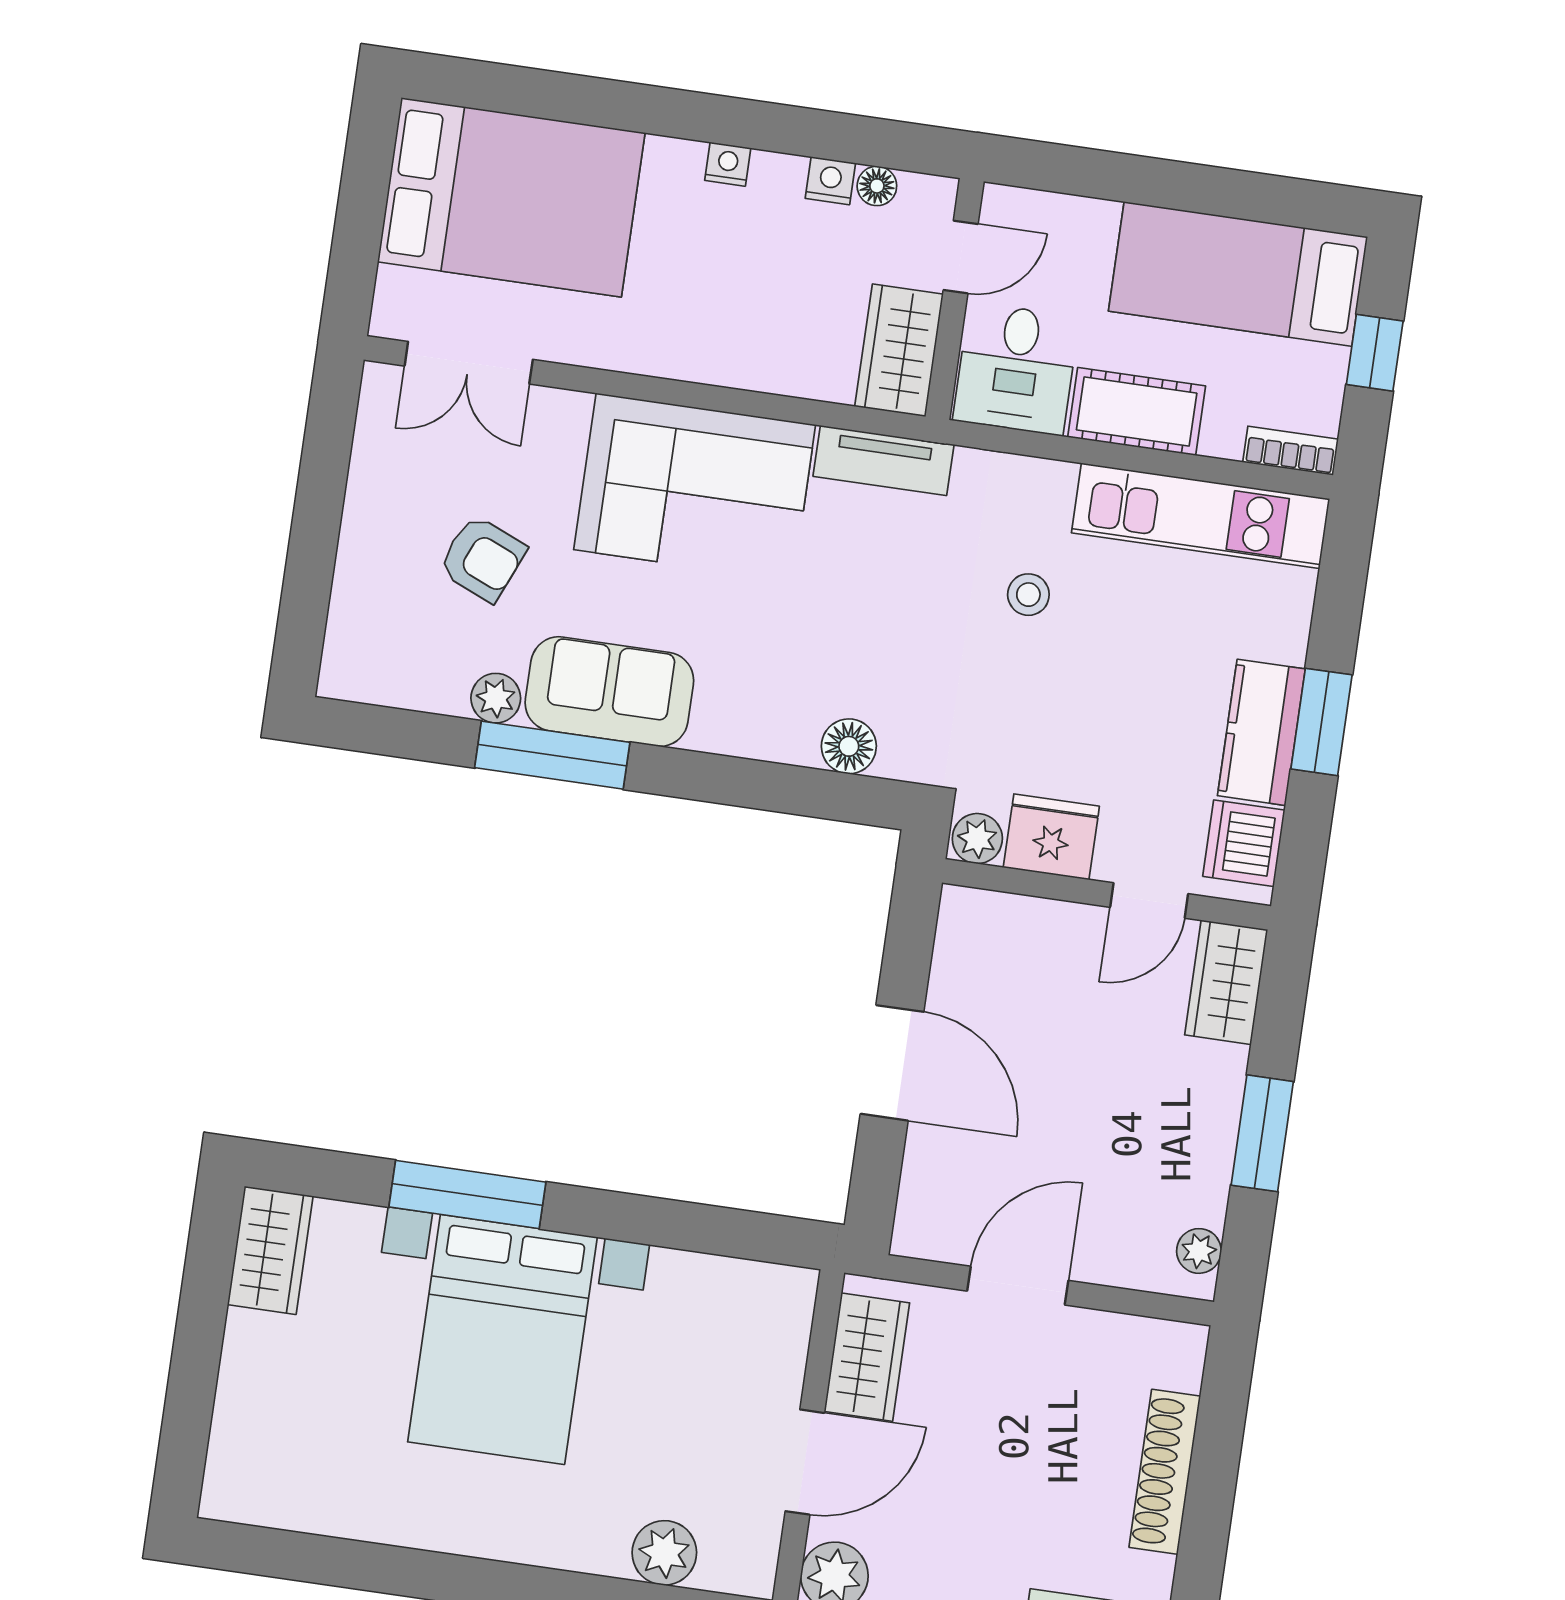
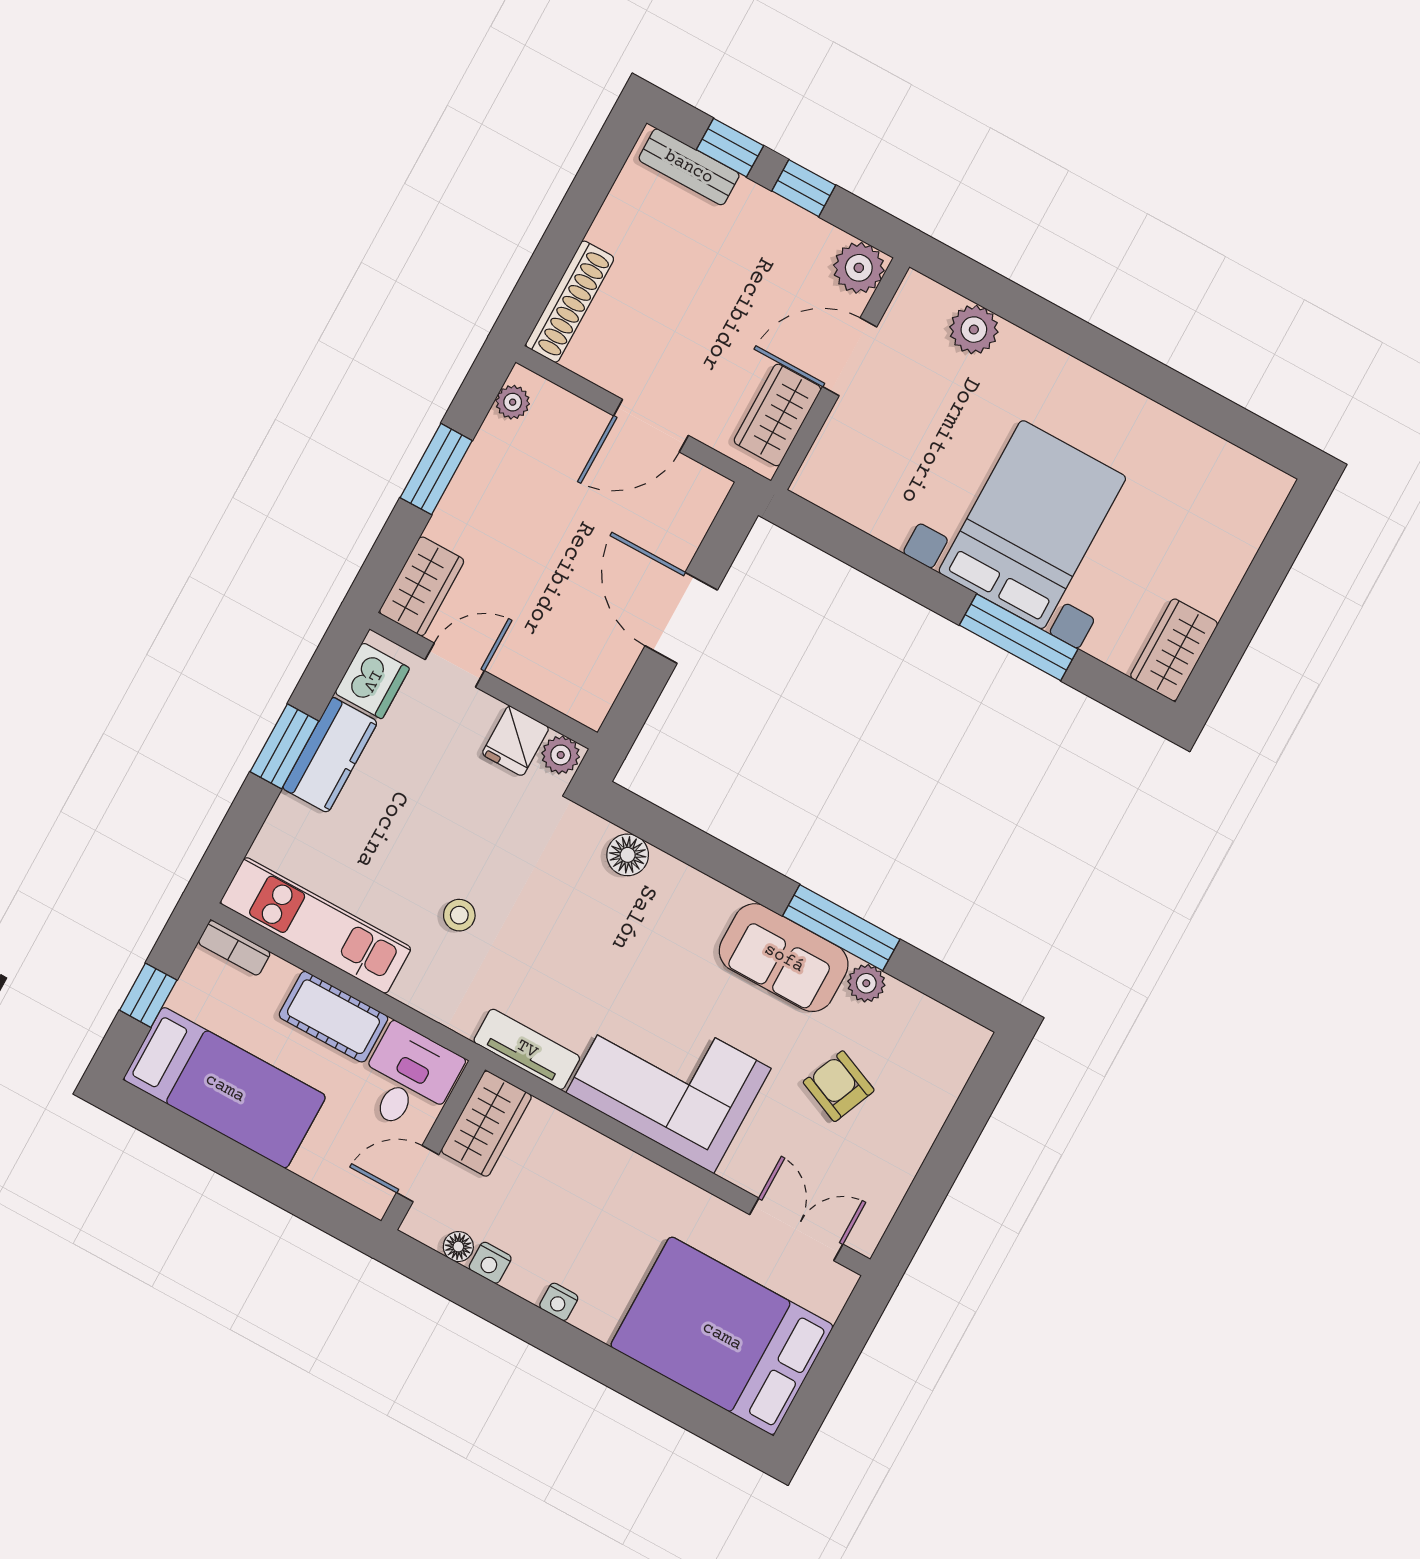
fridge: (1051, 837) -> (516, 741), width x0.72
shoe rack: (1165, 1472) -> (570, 302), moved

